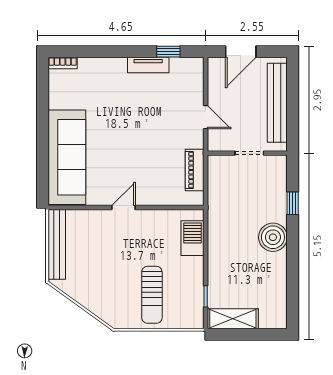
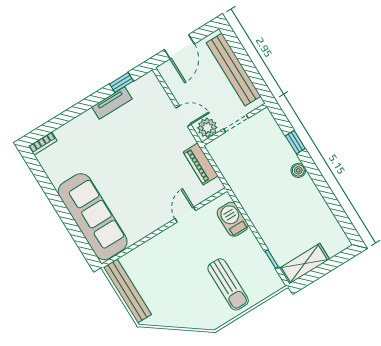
plant: (221, 141) -> (207, 128), added
door: (123, 207) -> (185, 215), moved
boiler: (273, 237) -> (298, 170), width x0.54, depth x0.54

